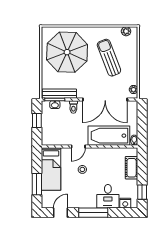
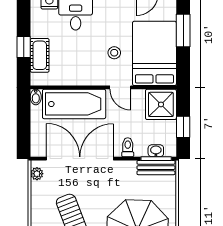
bench: (59, 94) -> (156, 168), width x0.73
shower: (51, 135) -> (161, 104), added
door: (78, 147) -> (120, 87), swing flipped
bed: (51, 169) -> (154, 53), width x1.50
window: (142, 192) -> (24, 47), moved

